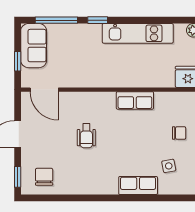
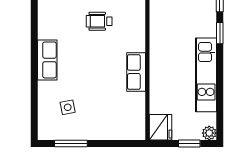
chair: (179, 133) -> (102, 118), removed
row of seats: (138, 186) -> (47, 60), moved

